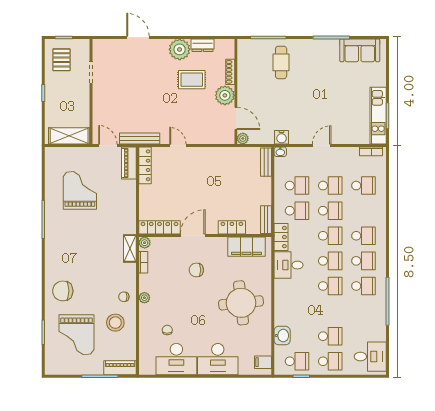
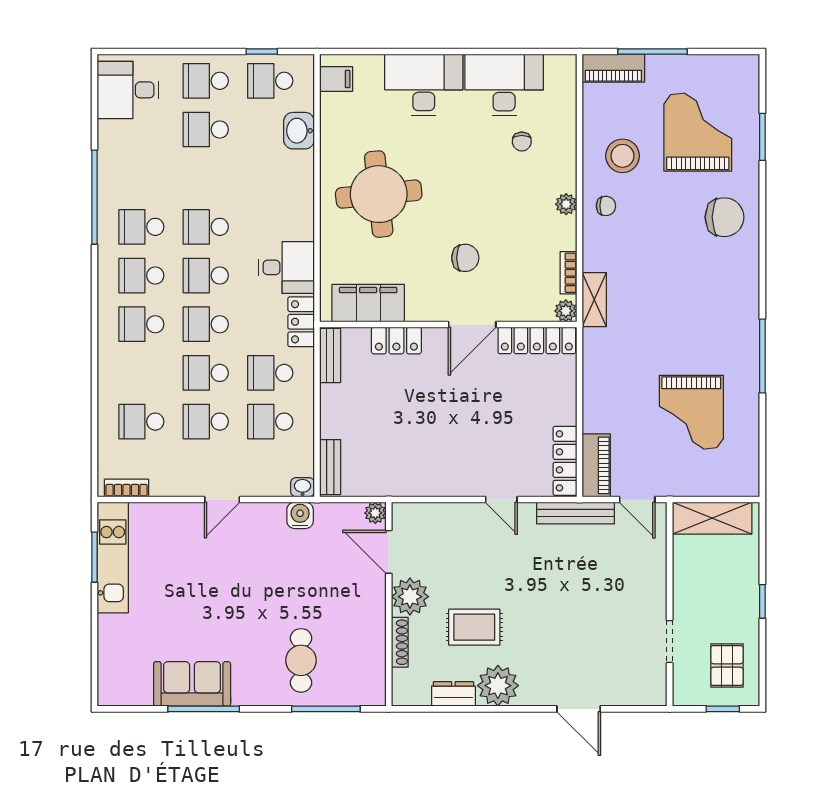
sofa: (360, 50) -> (192, 684), moved

